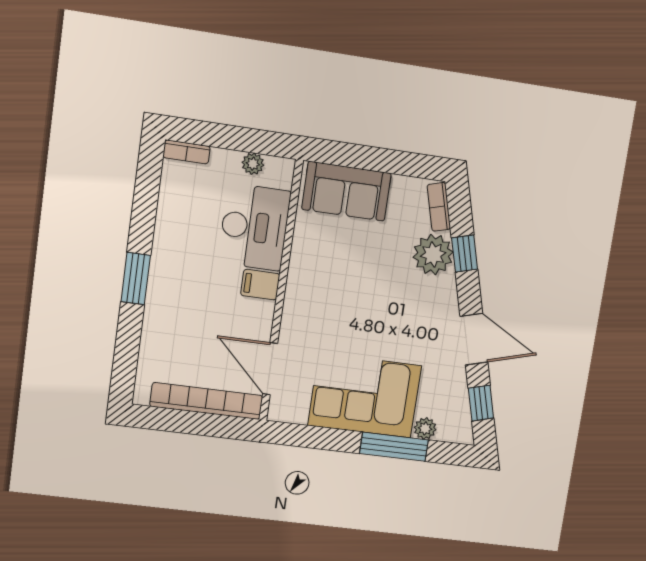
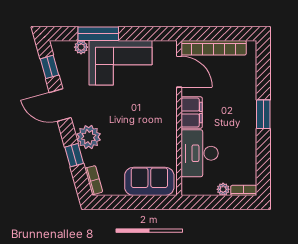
plant: (253, 164) -> (223, 189), moved
plant: (433, 255) -> (89, 137), moved
filing cabinet: (260, 285) -> (192, 113), width x2.00

